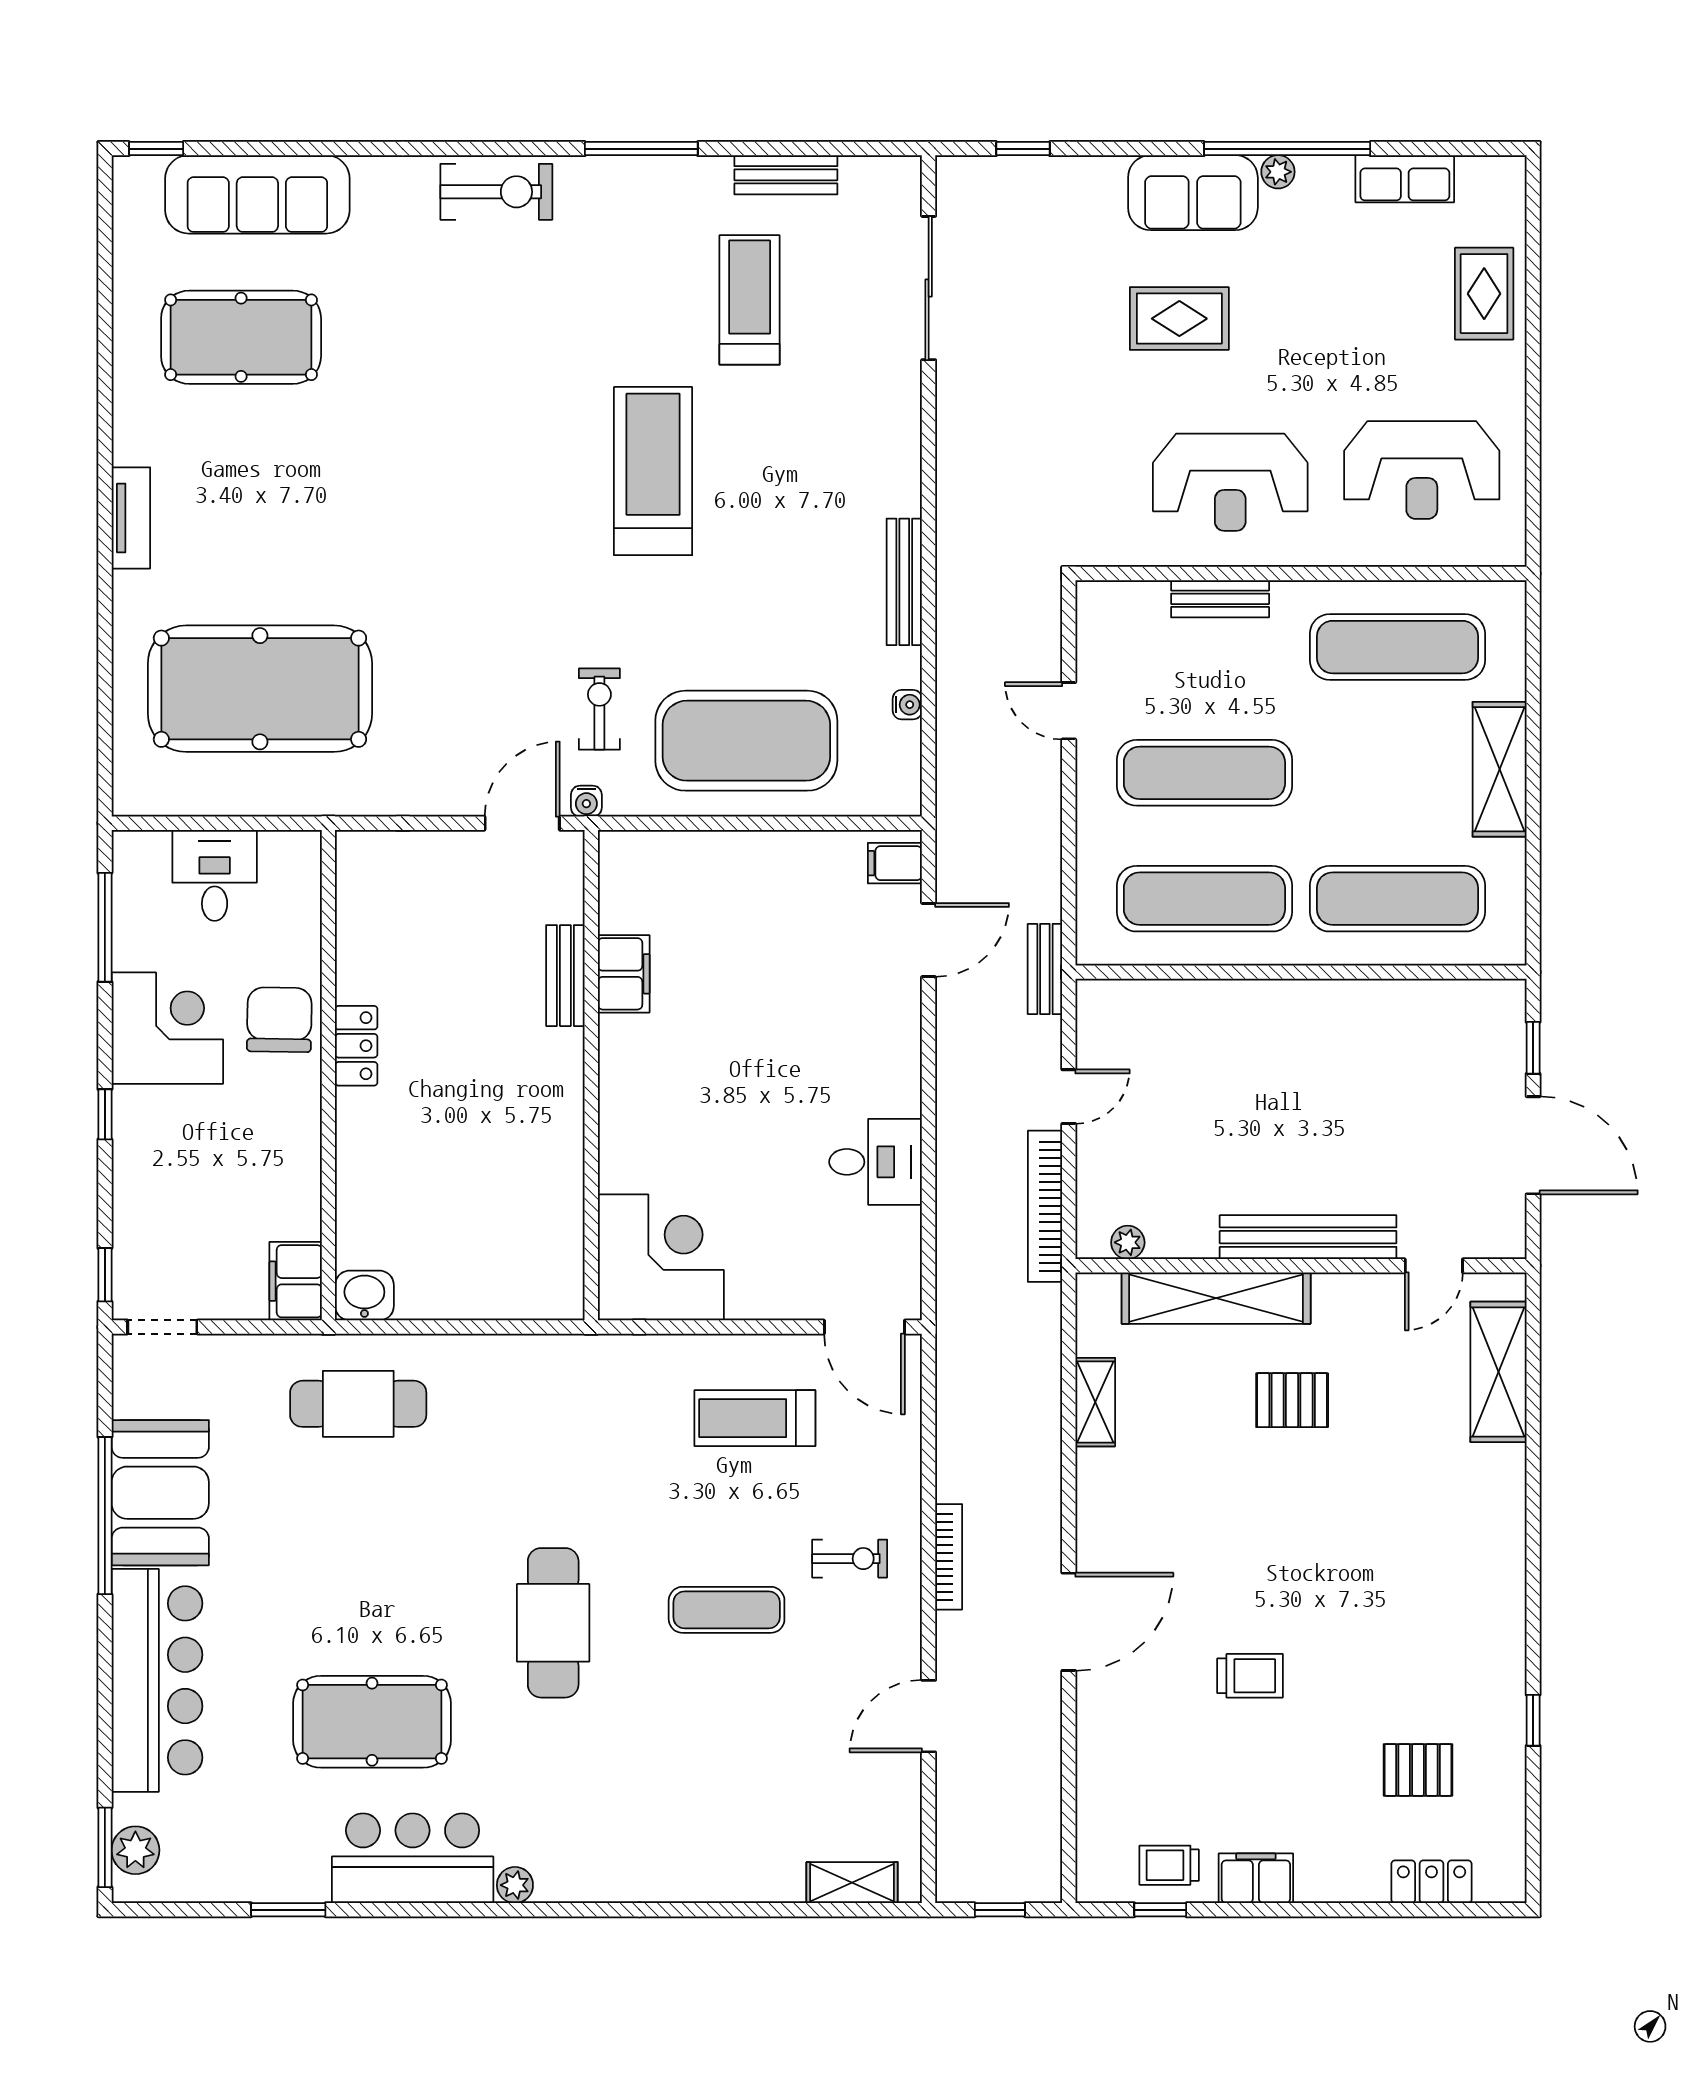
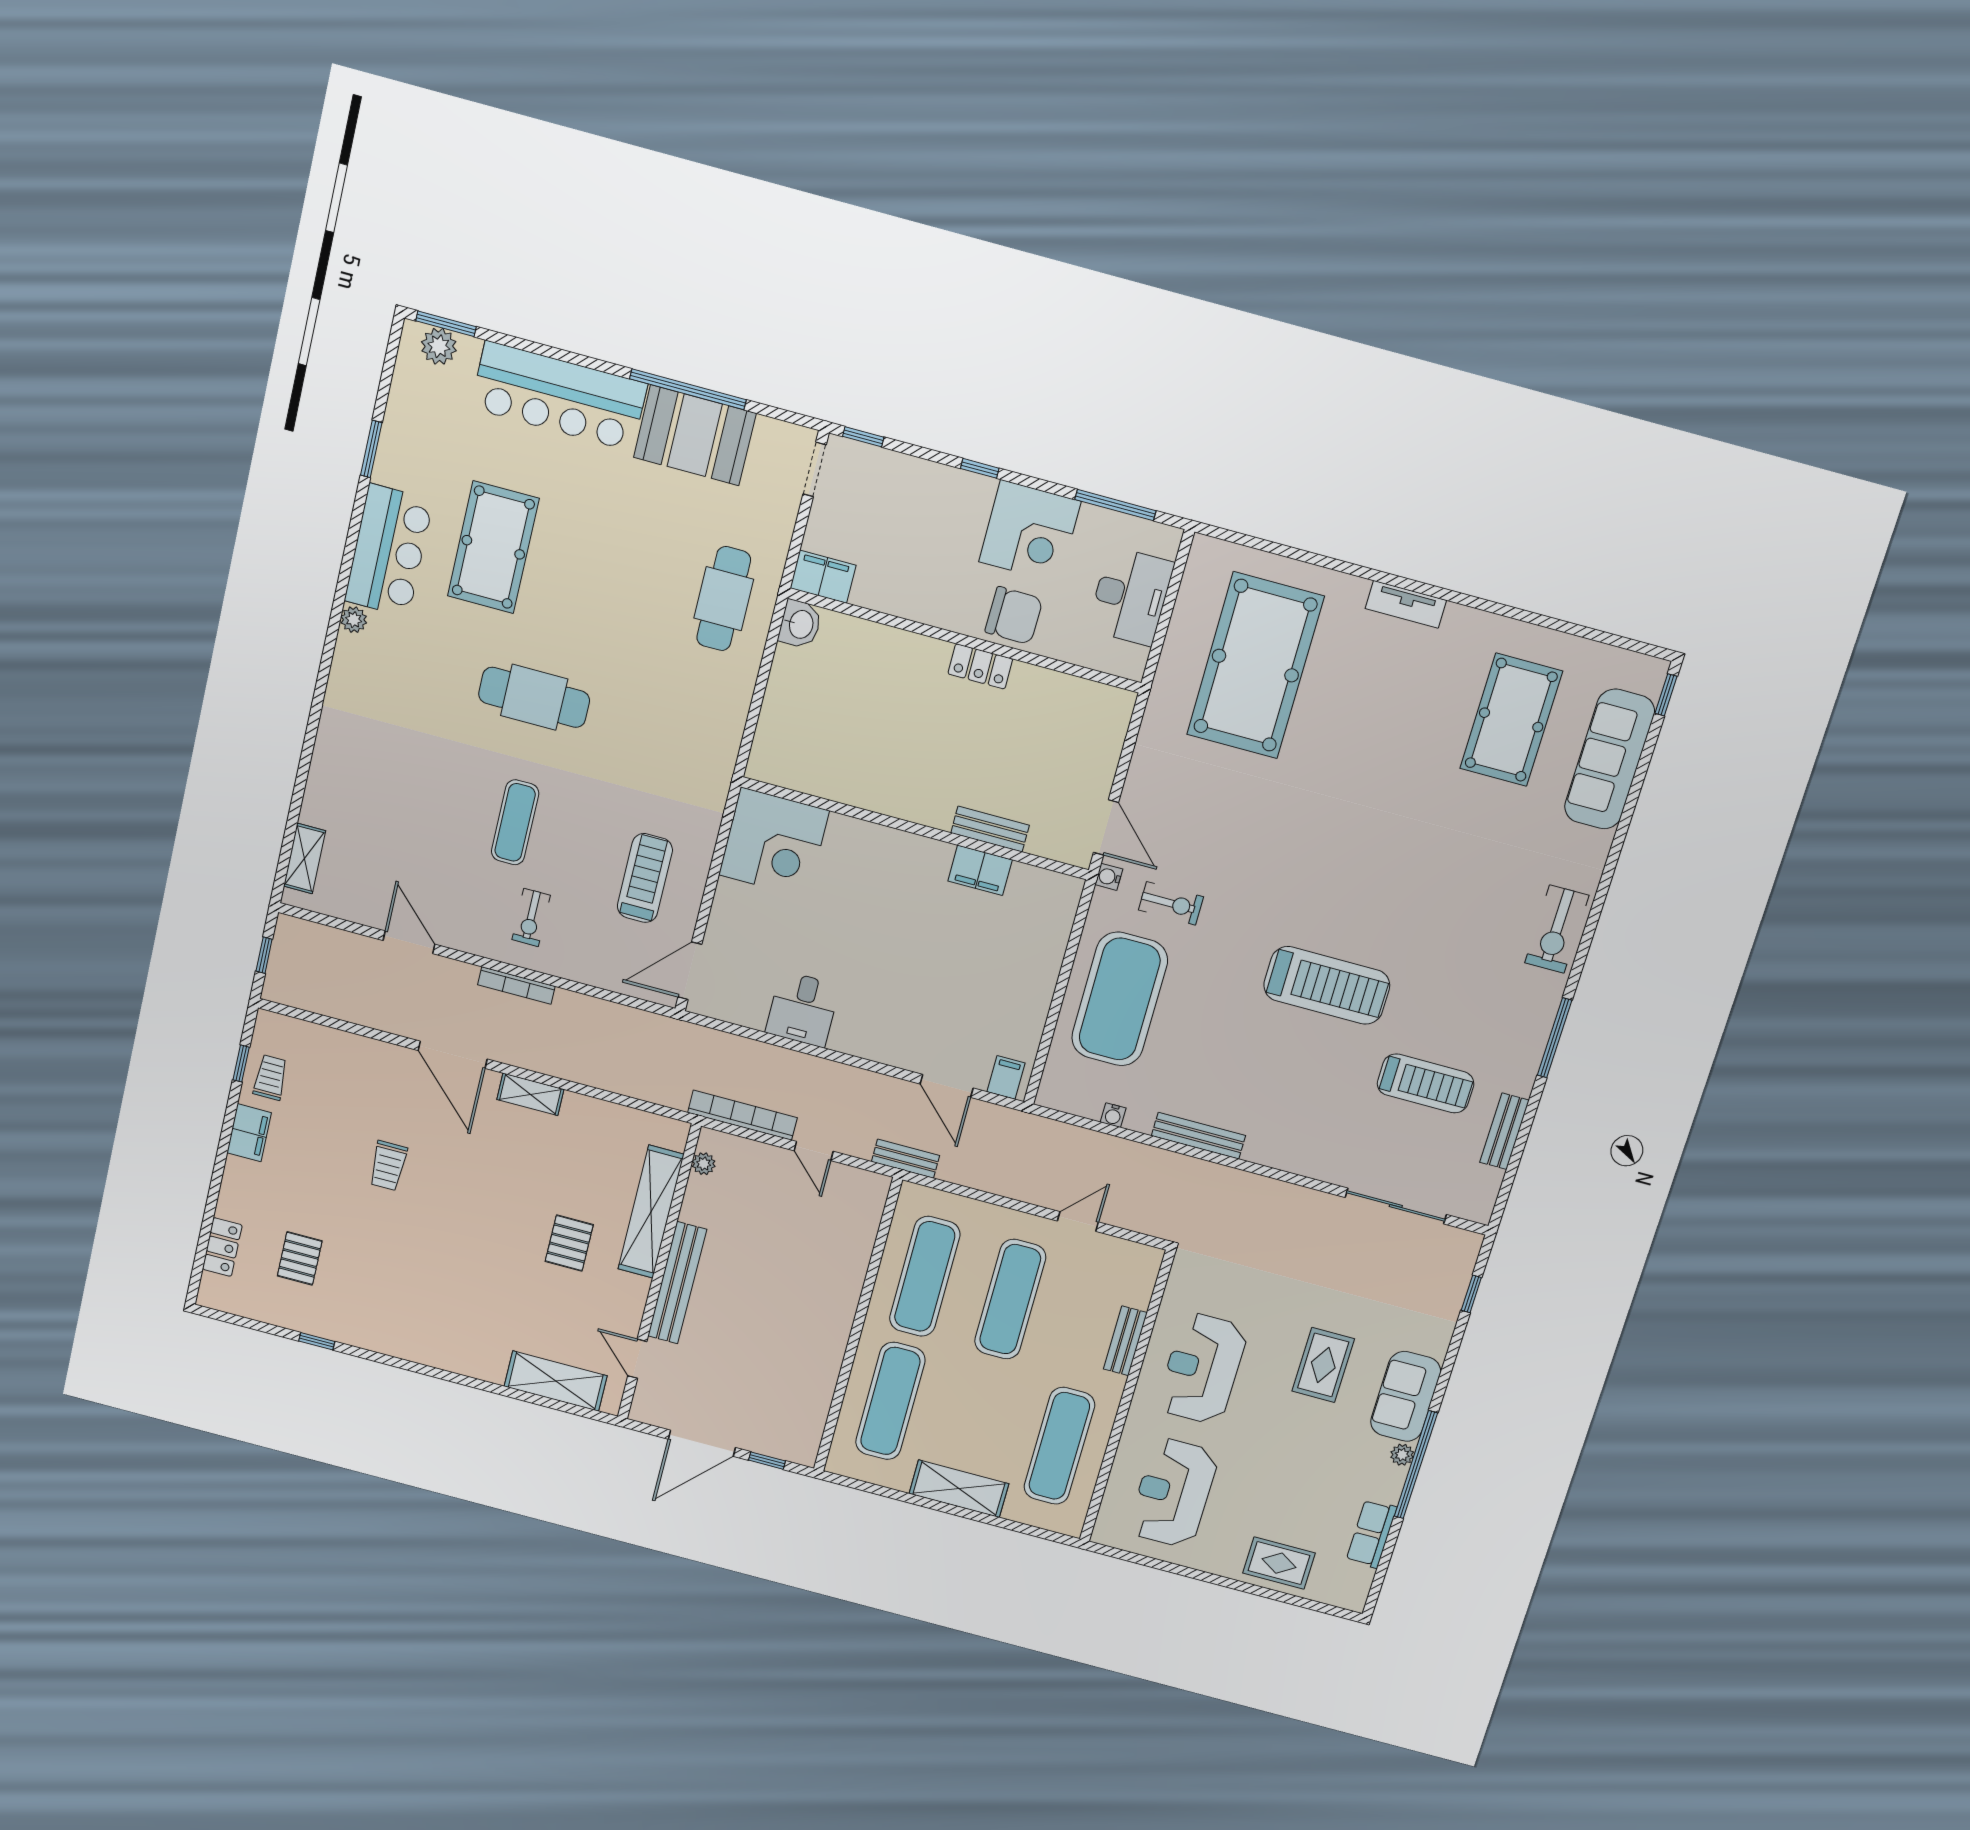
desk: (215, 875) -> (1131, 596), width x1.37
shelving: (1095, 1402) -> (530, 1094), moved

